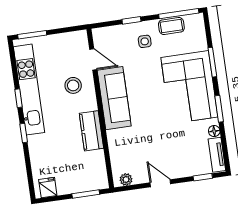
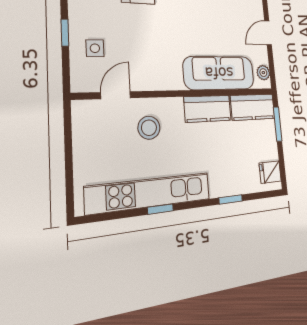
window: (32, 35) -> (69, 185), removed
side table: (145, 41) -> (95, 48), moved
sofa: (114, 98) -> (219, 73), moved
window: (24, 133) -> (231, 199), moved
kitchen counter: (97, 170) -> (253, 107), added

